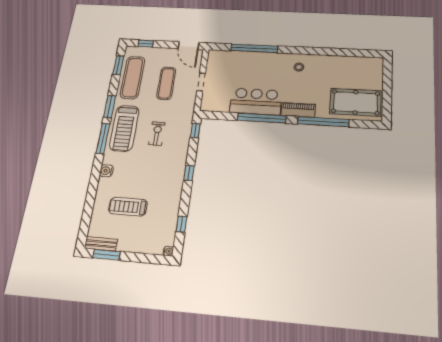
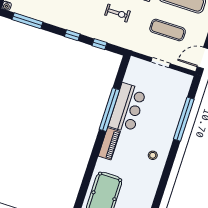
window: (323, 122) -> (92, 163), removed
window: (195, 131) -> (100, 44), moved
window: (181, 224) -> (27, 21), width x2.17

